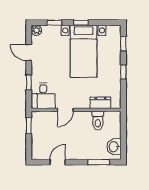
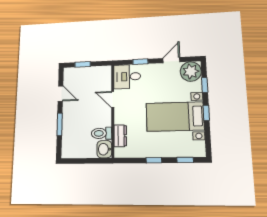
plant: (36, 30) -> (191, 71), width x1.88, depth x1.88
window: (29, 126) -> (83, 64), moved
washbasin: (114, 147) -> (104, 149), moved, turned -90
window: (99, 162) -> (60, 124), moved

